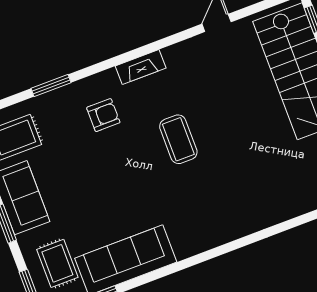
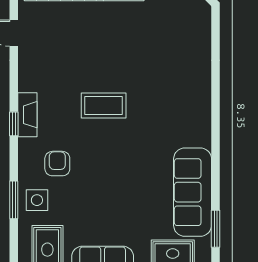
window: (126, 57) -> (14, 124), added
side table: (59, 109) -> (37, 200), added

